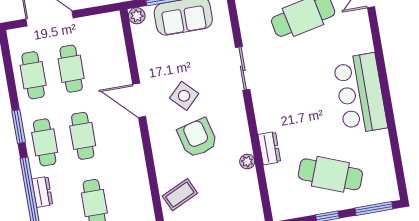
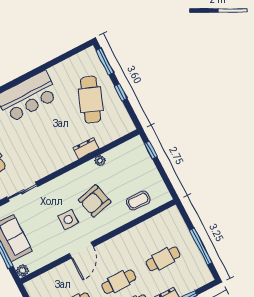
sliding door: (243, 68) -> (22, 192), moved
side table: (184, 96) -> (68, 220), turned 45
coffee table: (180, 195) -> (138, 201), turned -64

